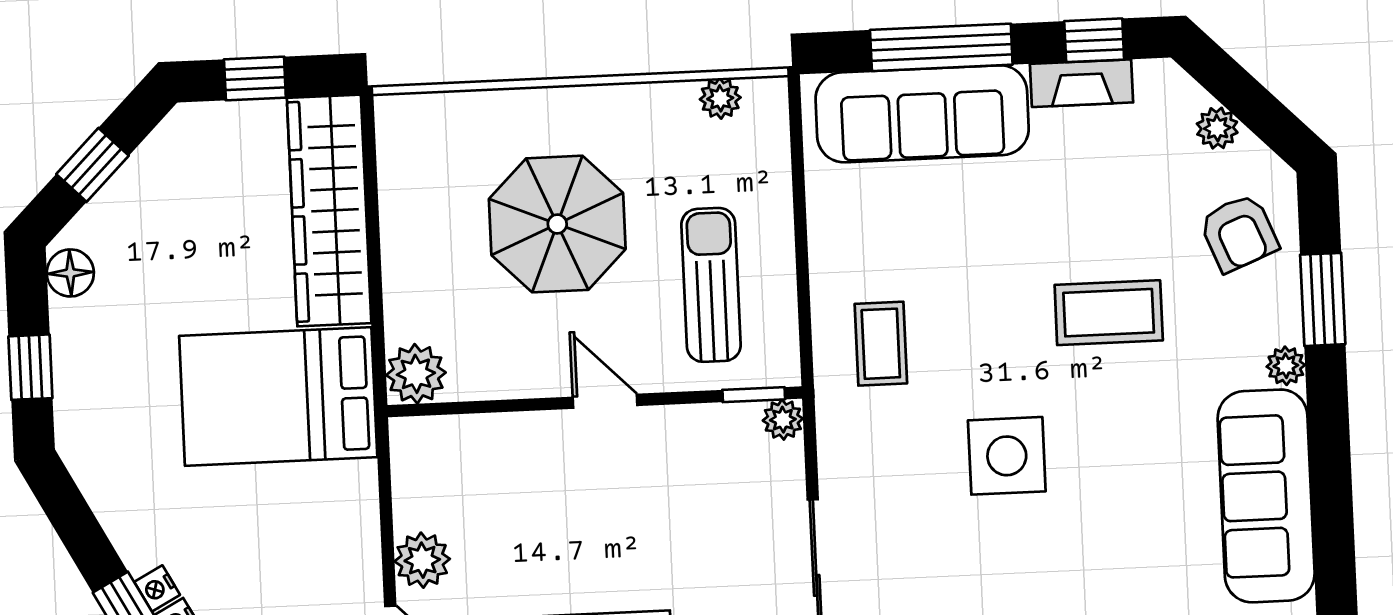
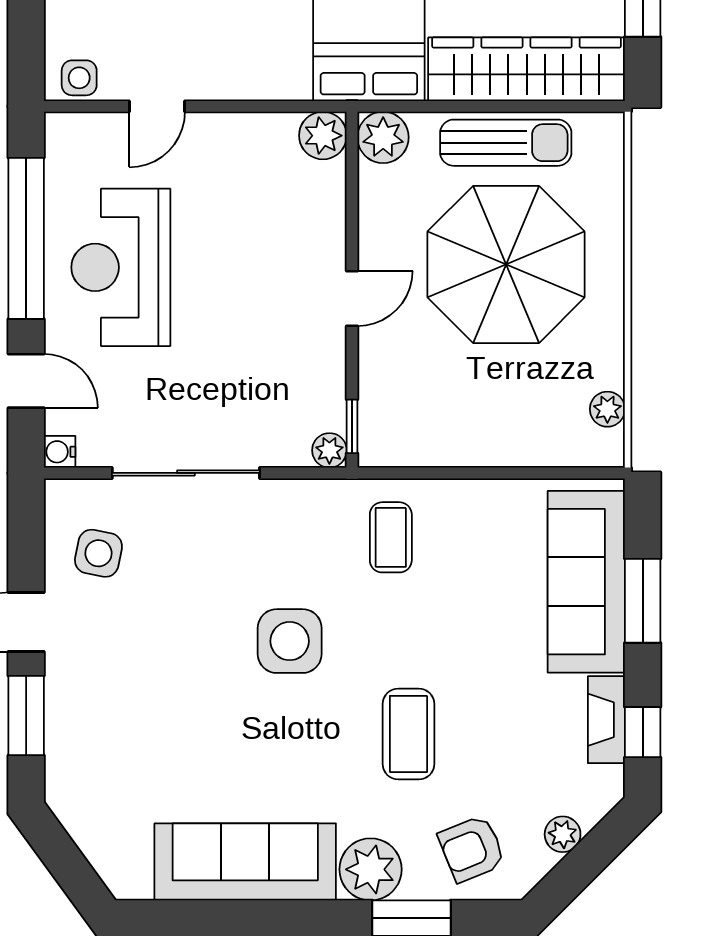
window: (941, 47) -> (643, 601), width x0.69
parasol: (557, 224) -> (506, 264), width x1.36, depth x1.36
sun lounger: (711, 285) -> (506, 143), moved
coffee table: (881, 344) -> (391, 537), turned 90
plant: (1286, 366) -> (371, 869), width x1.88, depth x1.88
plant: (422, 560) -> (323, 136), moved

